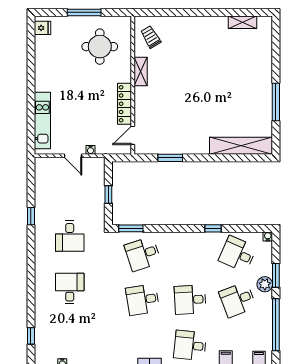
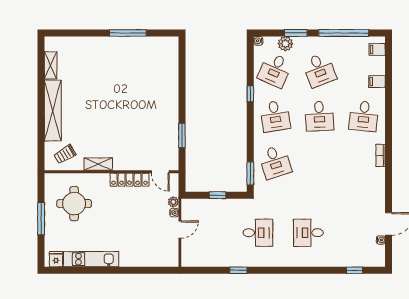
kitchen unit: (42, 120) -> (91, 259), moved
shelving: (241, 146) -> (53, 111), moved
plant: (102, 149) -> (173, 202), added
plant: (265, 284) -> (285, 44), moved
desk: (143, 300) -> (275, 116), moved

